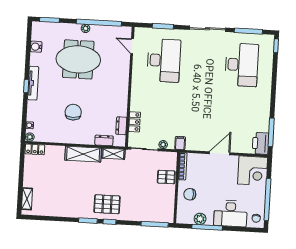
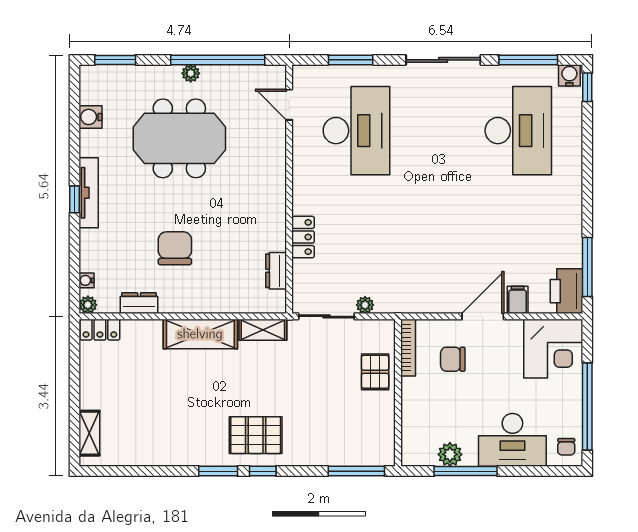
water cooler: (268, 40) -> (569, 75), added
locker: (135, 122) -> (303, 237), moved
dresser: (104, 140) -> (139, 303), moved
filing cabinet: (180, 143) -> (518, 300), moved
pallet: (166, 177) -> (375, 372), turned 90
chair: (190, 194) -> (453, 359), moved

